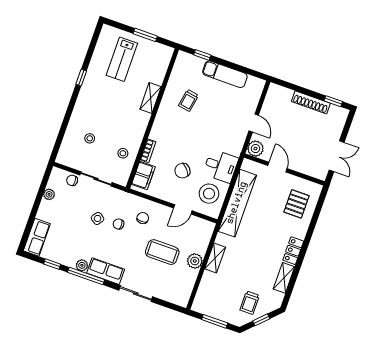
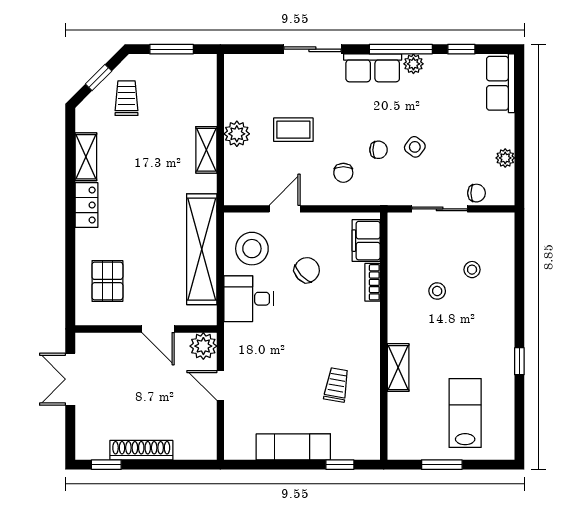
stool: (123, 153) -> (437, 291), moved
coffee table: (162, 252) -> (293, 130), width x0.73, depth x0.77

